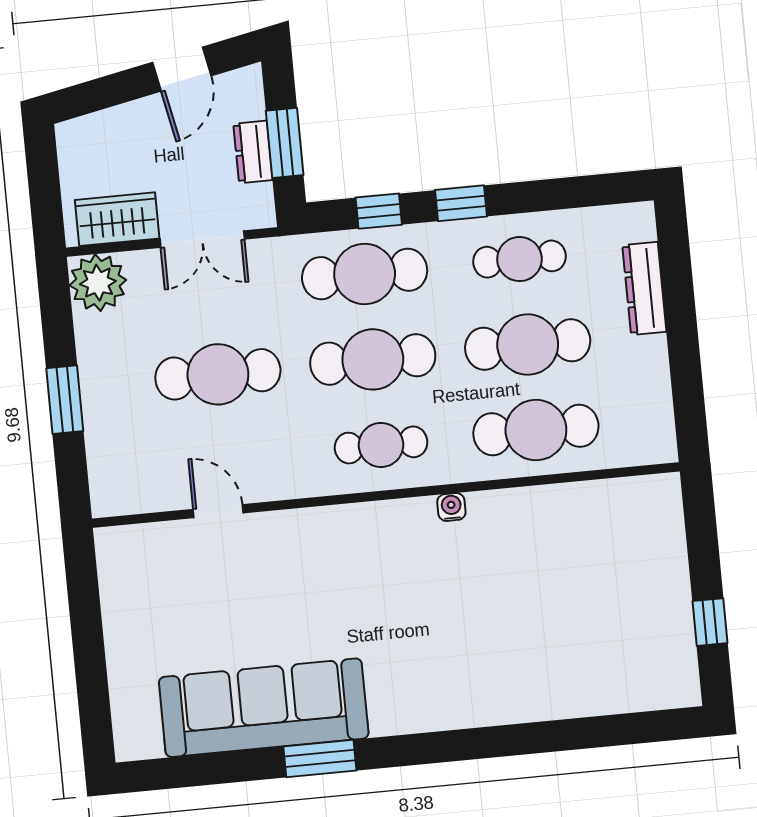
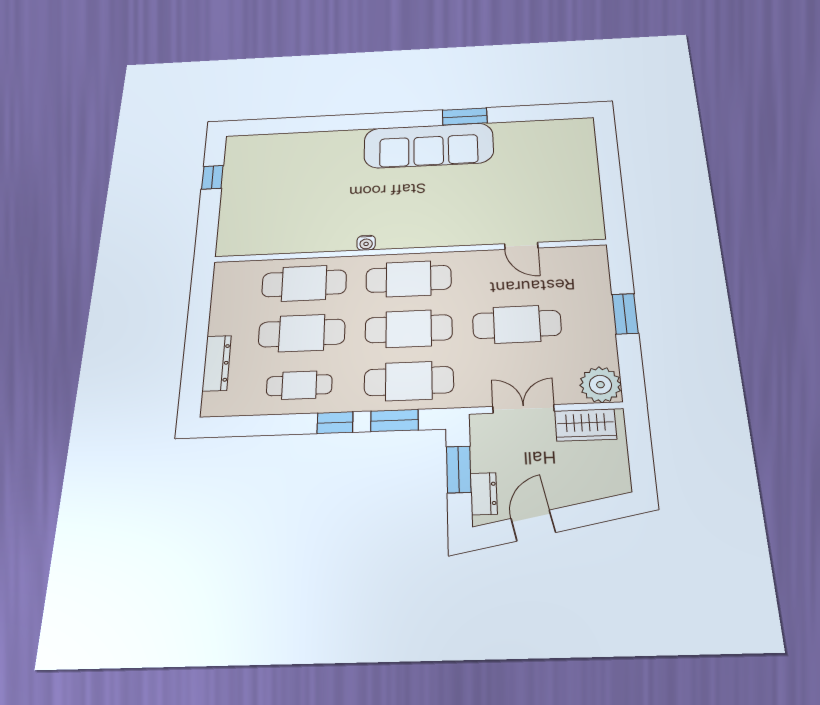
dresser: (253, 152) -> (484, 494), moved
window: (379, 211) -> (394, 421), width x1.50
cafe table: (381, 445) -> (409, 279), width x1.37, depth x1.35
sofa: (264, 708) -> (429, 146), moved

